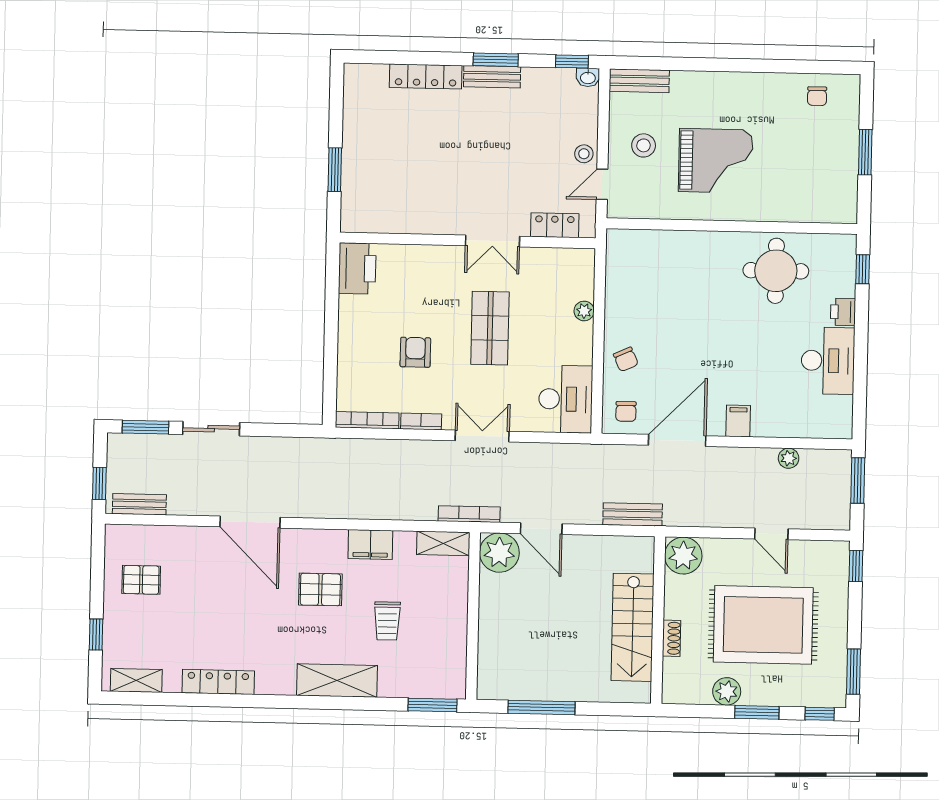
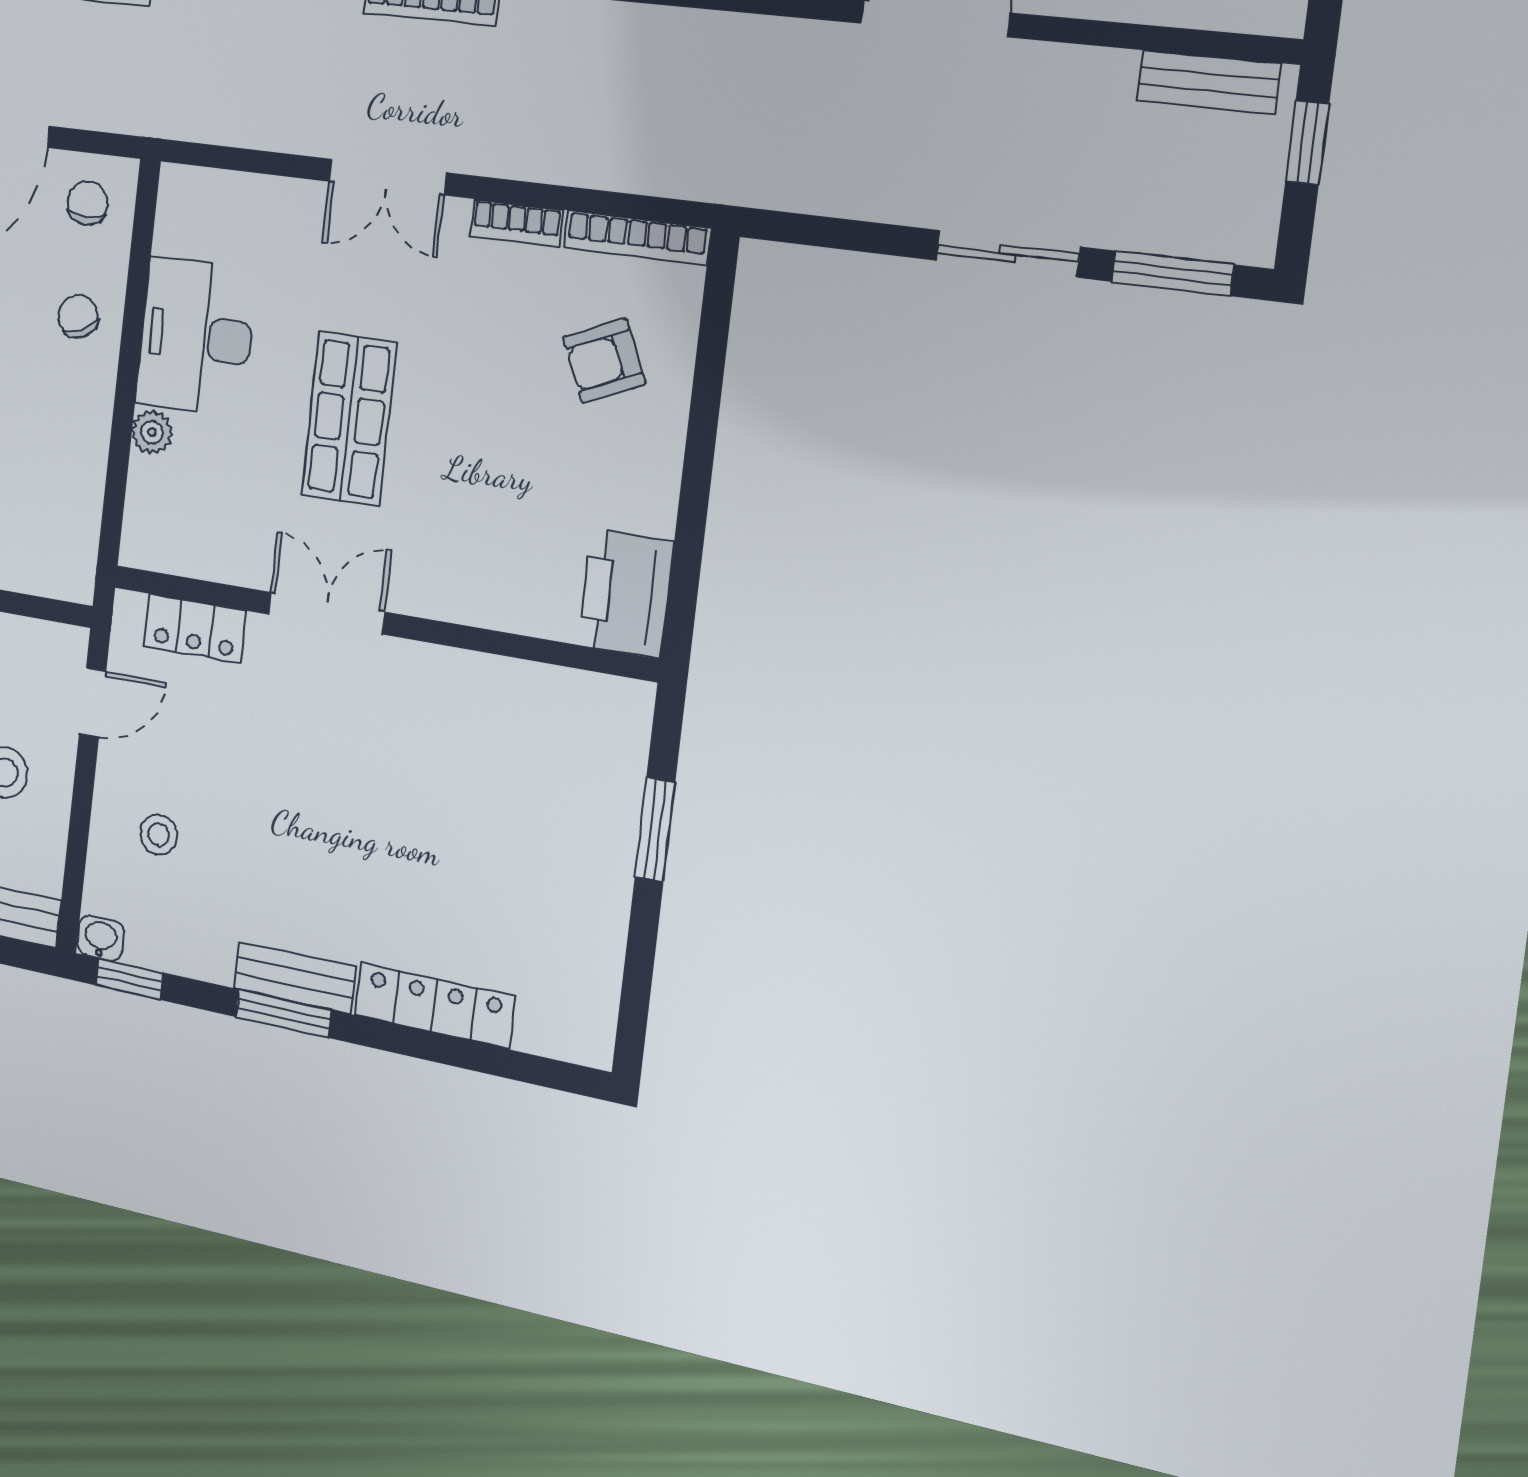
stool: (584, 154) -> (159, 835), moved
armchair: (415, 352) -> (604, 361), moved, turned 66
desk: (566, 399) -> (196, 337), moved

